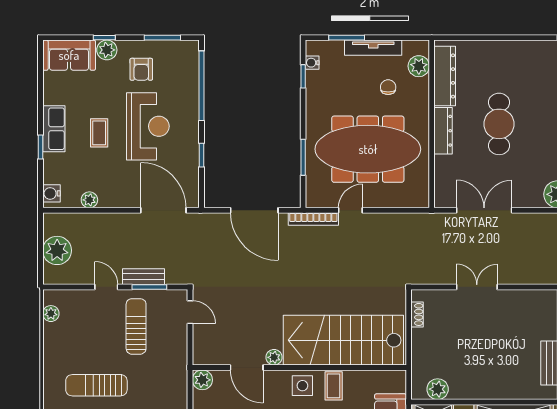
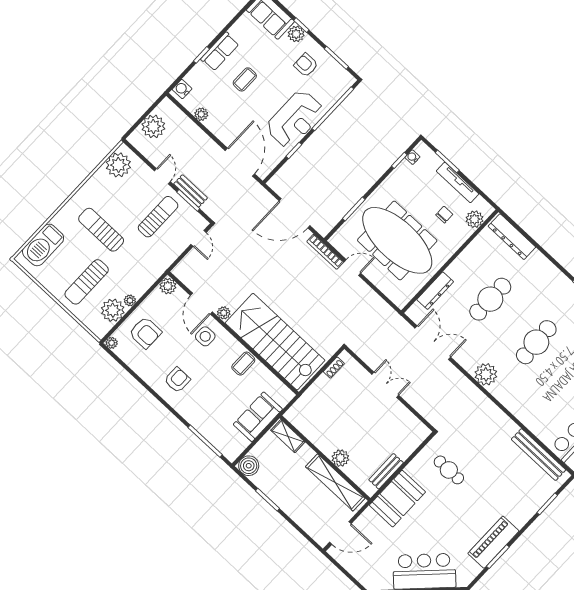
armchair: (141, 69) -> (306, 65), turned 90
dresser: (445, 76) -> (512, 237), moved, turned 90
reception desk: (148, 126) -> (295, 119), moved
dresser: (443, 131) -> (435, 291), moved
door: (254, 210) -> (295, 213), hinge flipped
plant: (51, 314) -> (118, 165), width x1.87, depth x1.87
side table: (302, 386) -> (205, 336), moved
plant: (438, 389) -> (340, 458), moved

